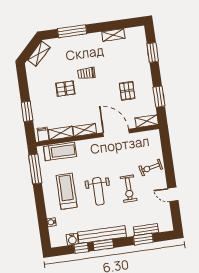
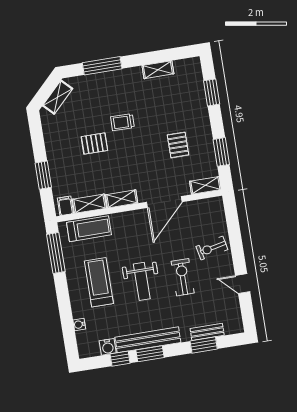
door: (116, 133) -> (164, 202), swing flipped
exercise bike: (129, 189) -> (183, 277), turned 180

